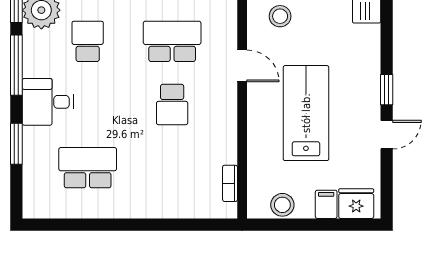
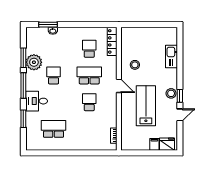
school desk: (172, 104) -> (89, 102), turned 180
stool: (282, 205) -> (171, 93), moved

